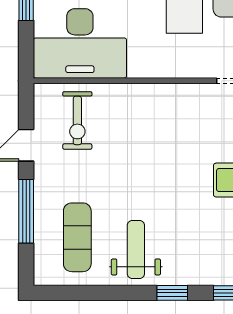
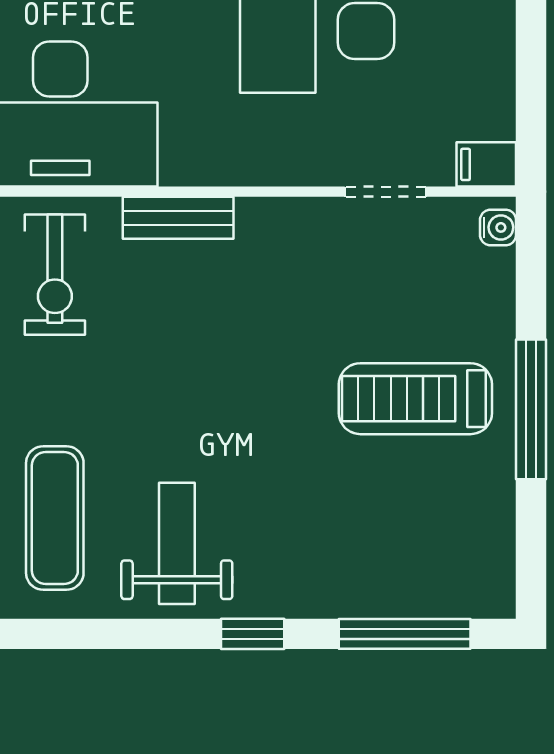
bench: (137, 93) -> (178, 218), added

